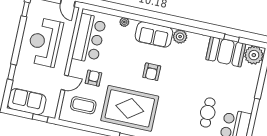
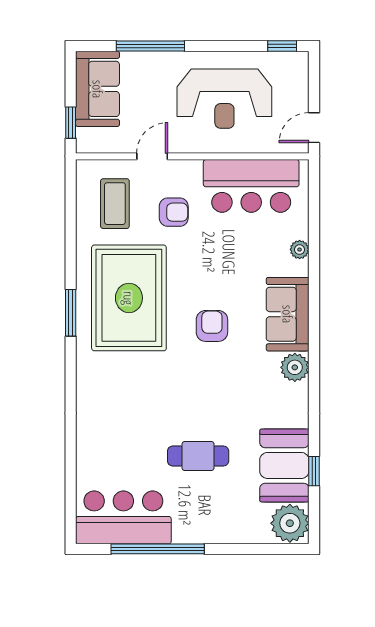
reception desk: (45, 42) -> (224, 99), turned 180
window: (12, 72) -> (150, 46), width x2.17
armchair: (152, 72) -> (212, 326), turned 90
door: (65, 83) -> (152, 156), swing flipped
cafe table: (208, 112) -> (198, 456), moved

